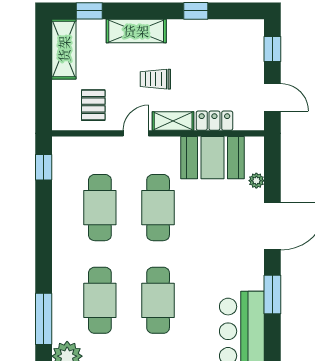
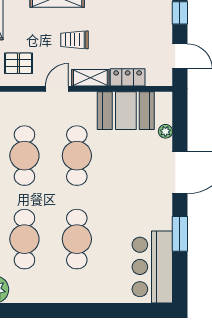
pallet: (93, 105) -> (19, 63), turned 90

